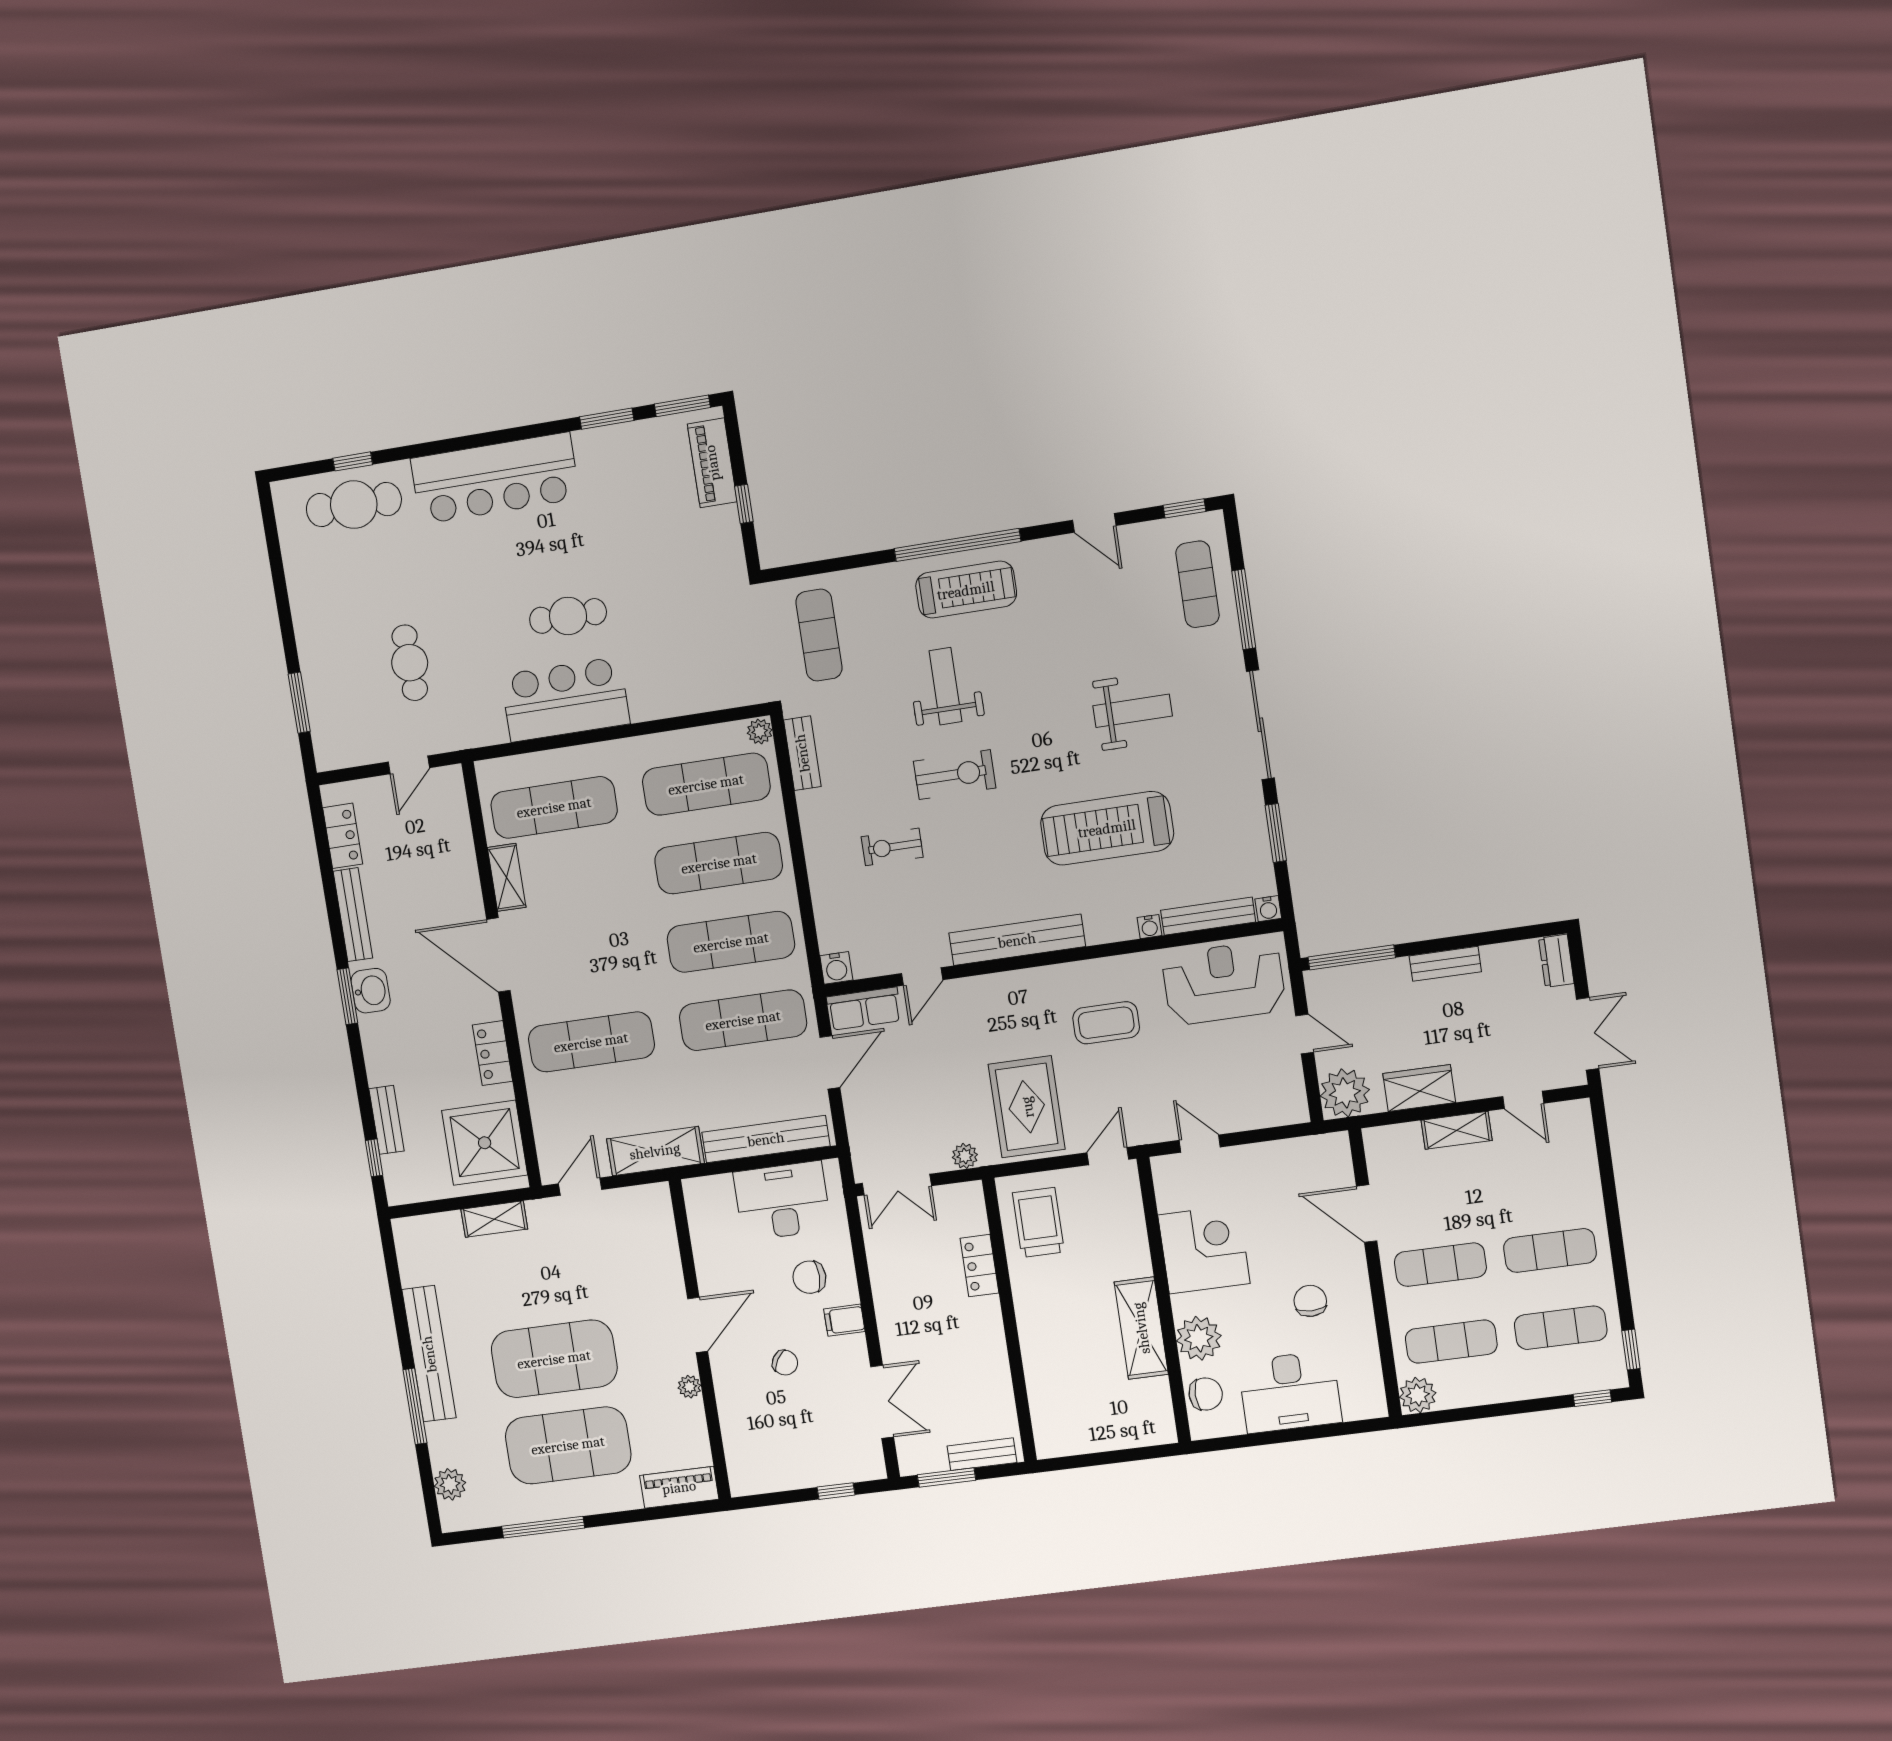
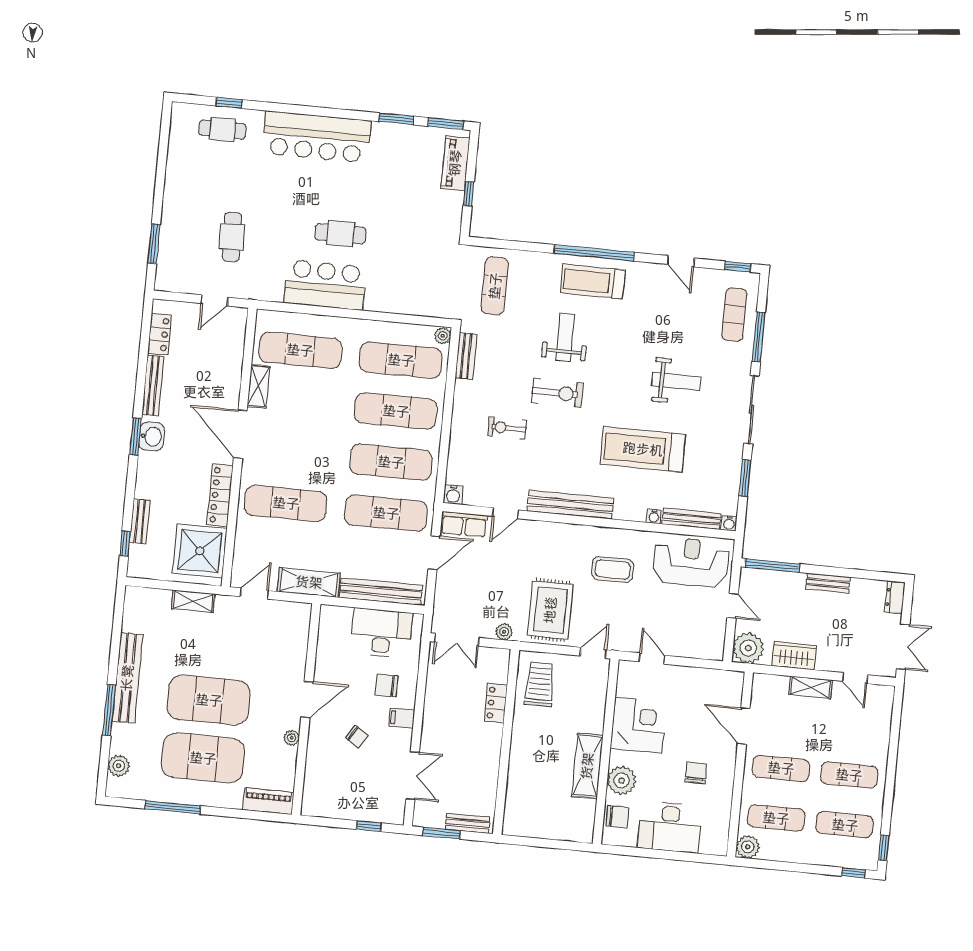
cafe table: (354, 505) -> (222, 130), width x0.73, depth x0.74
treadmill: (966, 590) -> (593, 281), turned 180
locker: (493, 1053) -> (220, 495), width x1.53

